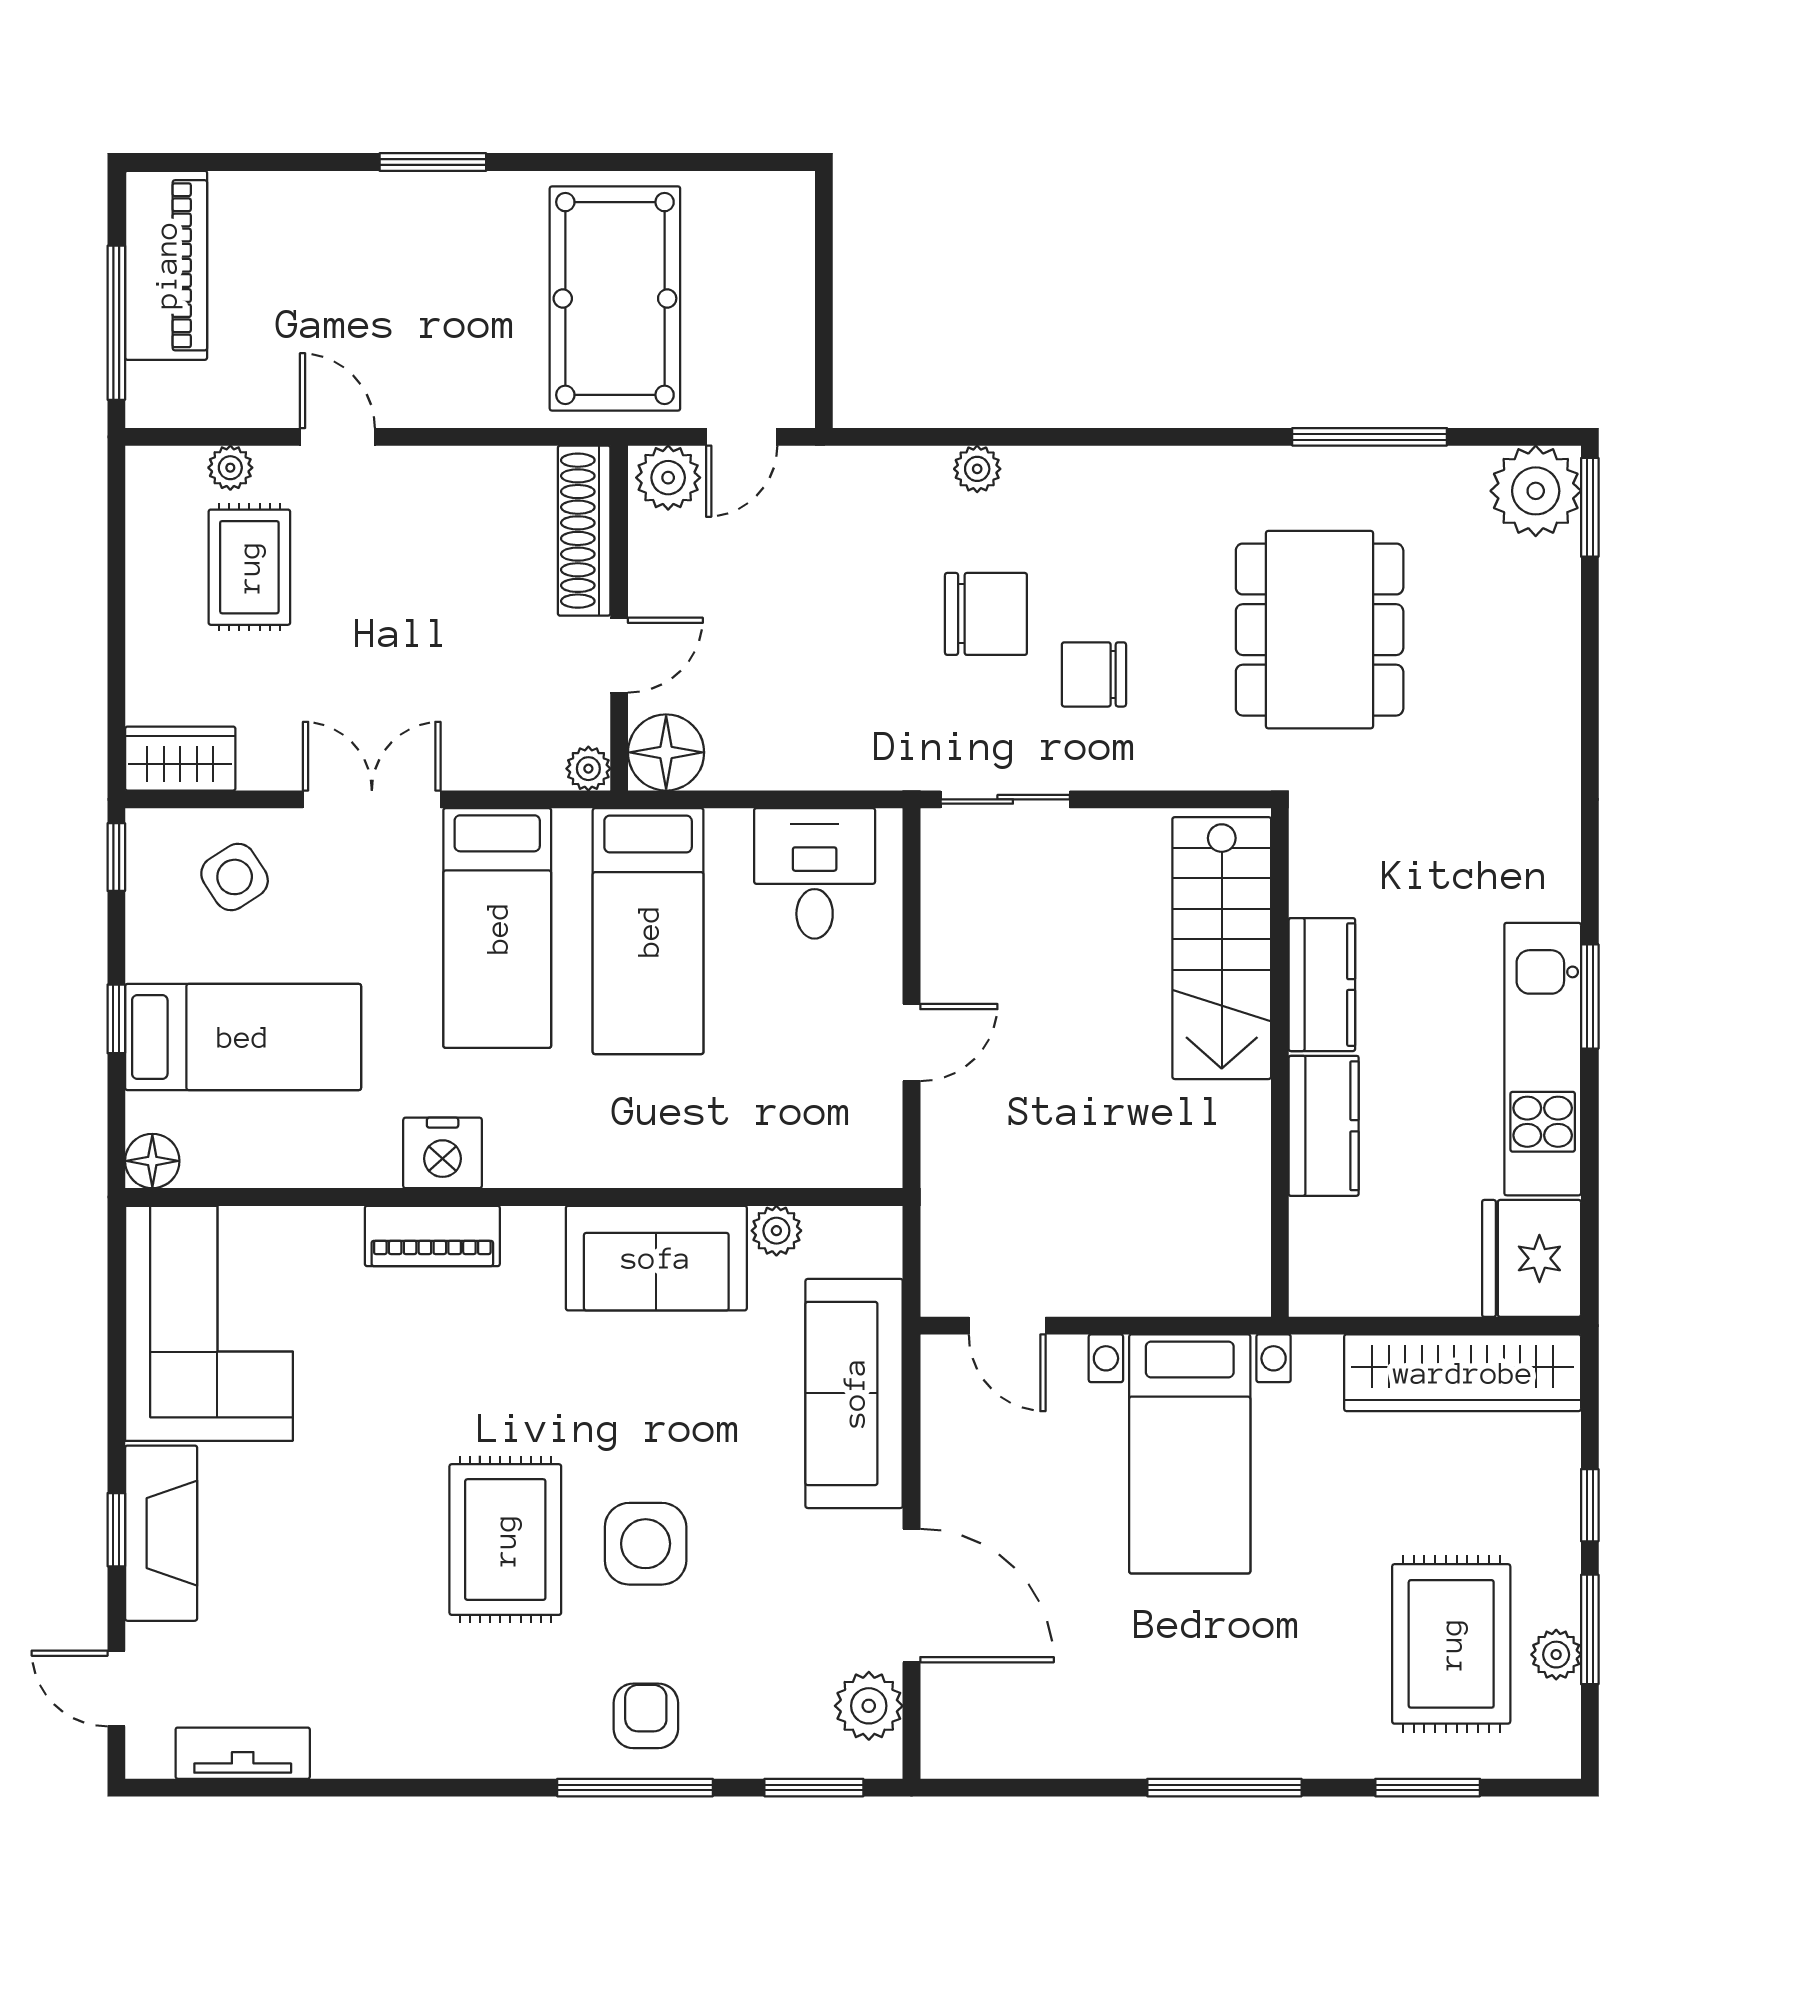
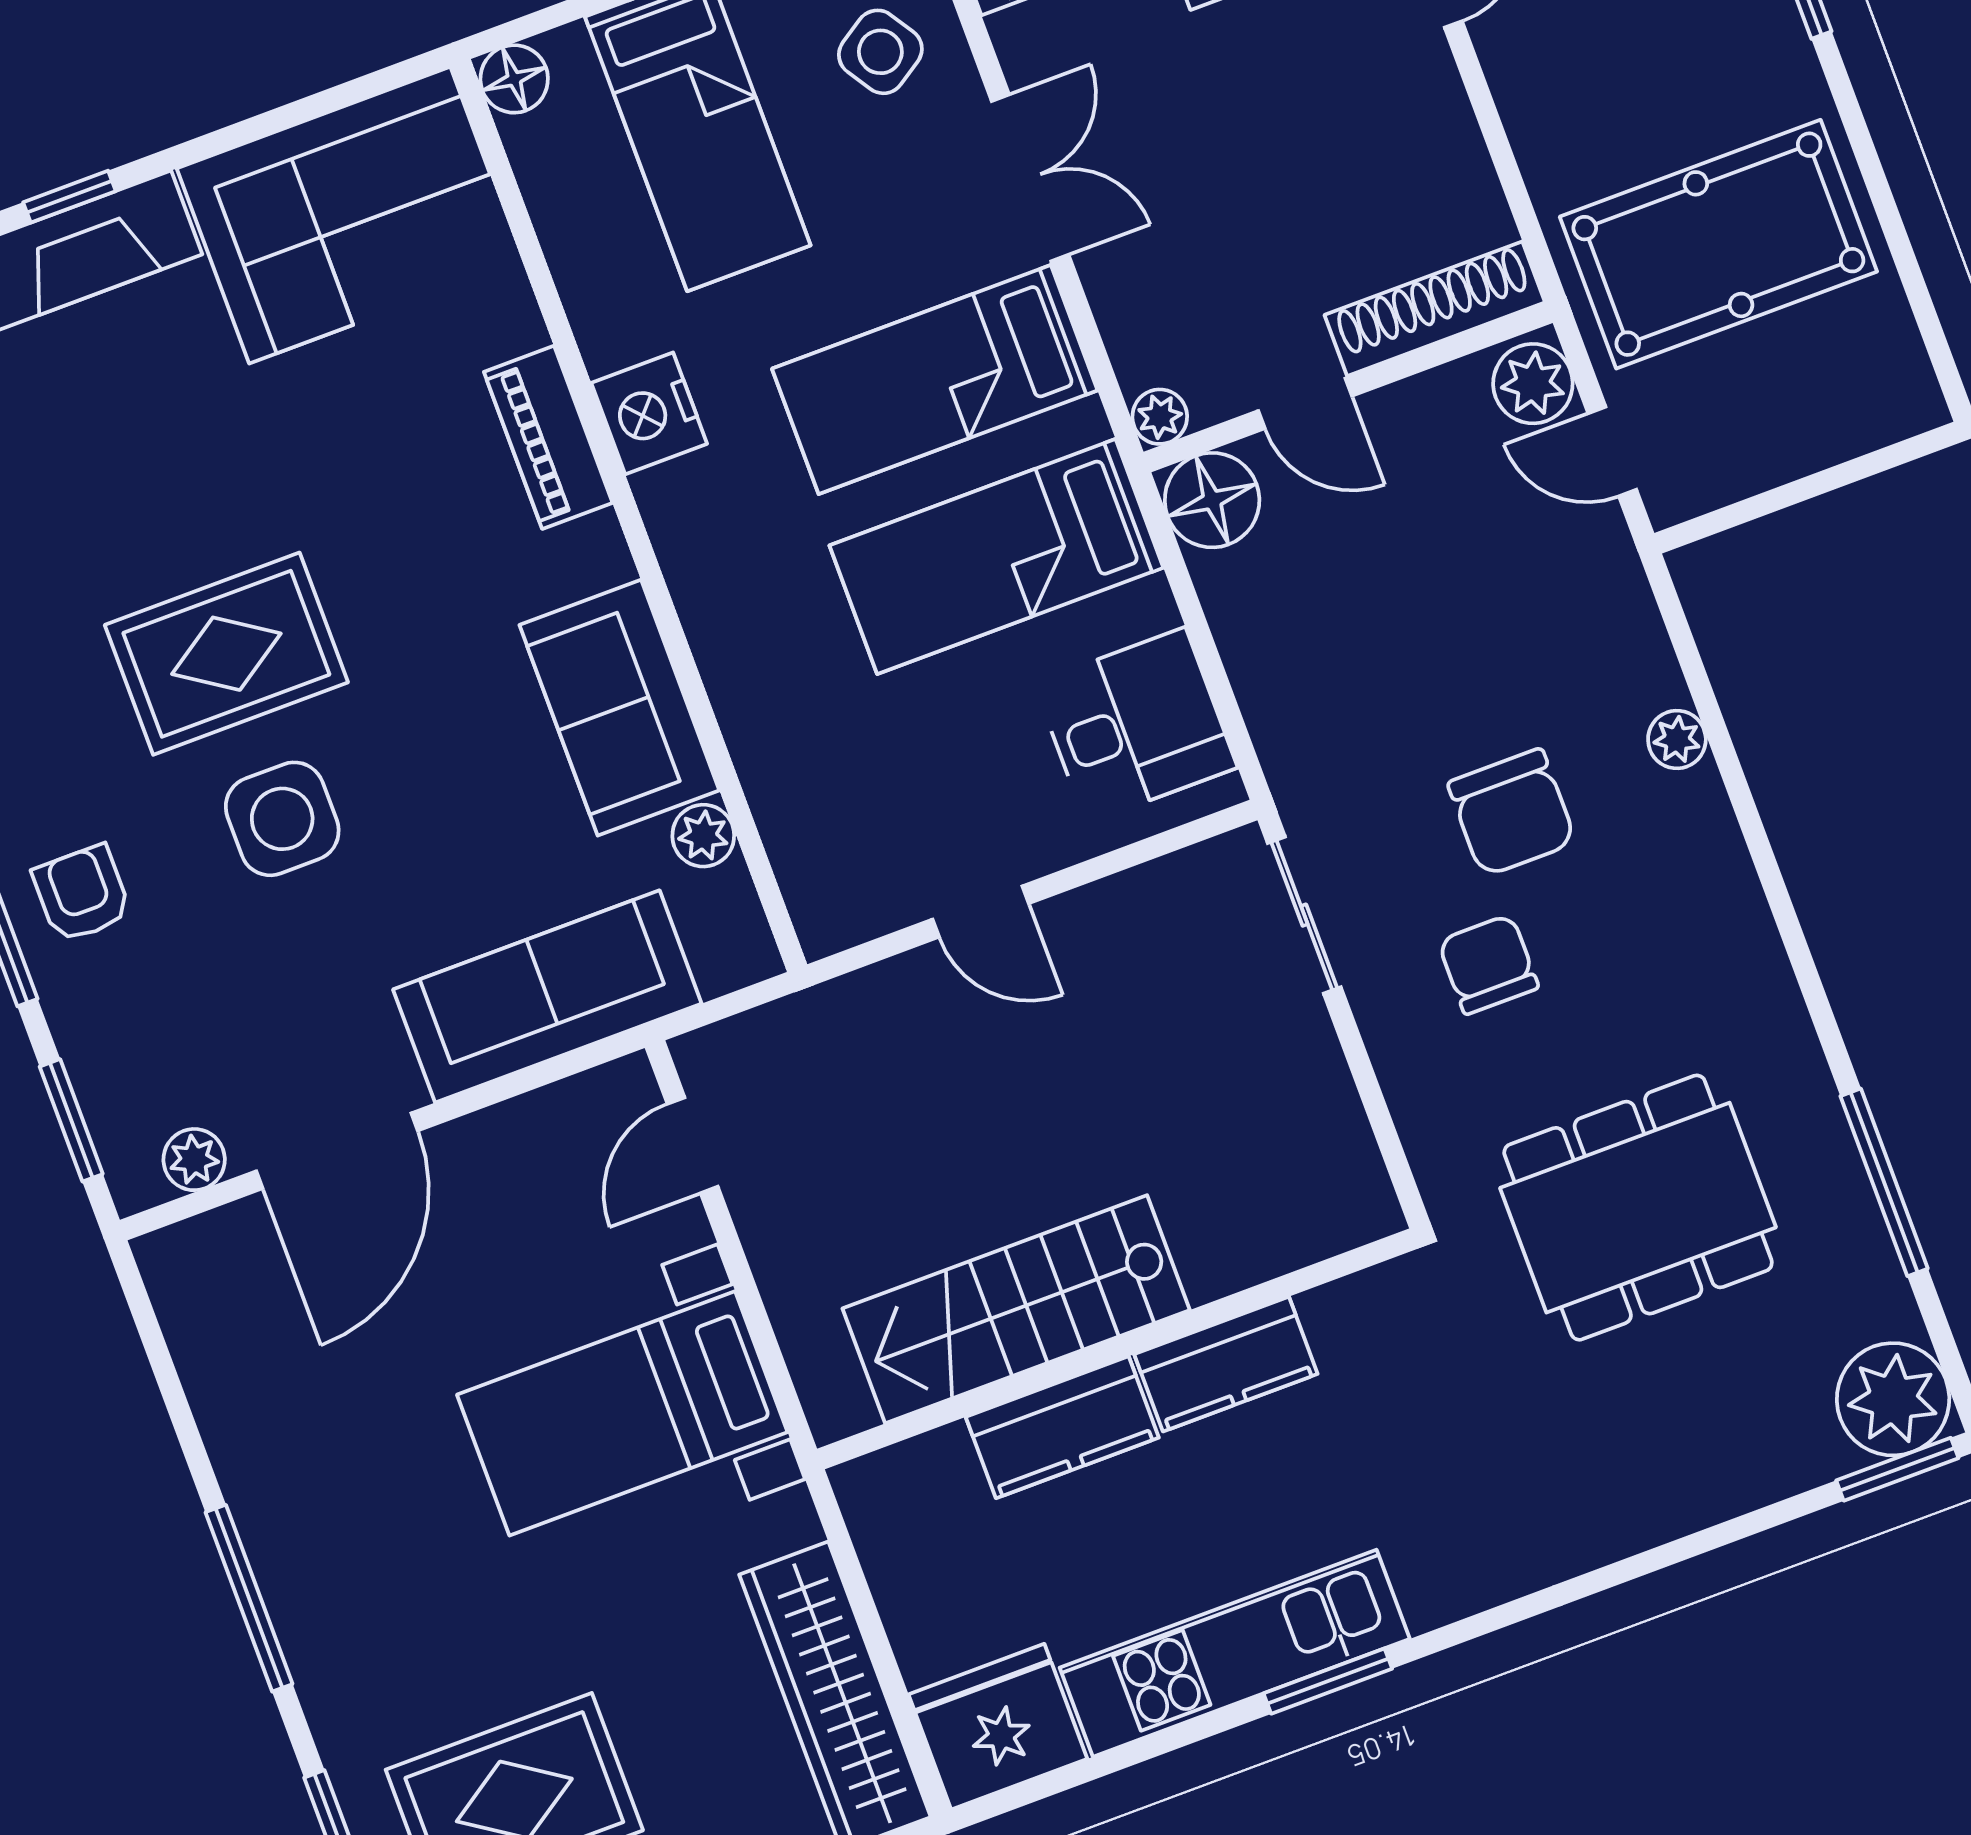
stairs: (1222, 948) -> (1016, 1309), moved
plant: (869, 1706) -> (194, 1160), width x0.73, depth x0.73
armchair: (646, 1716) -> (82, 894), turned -90

